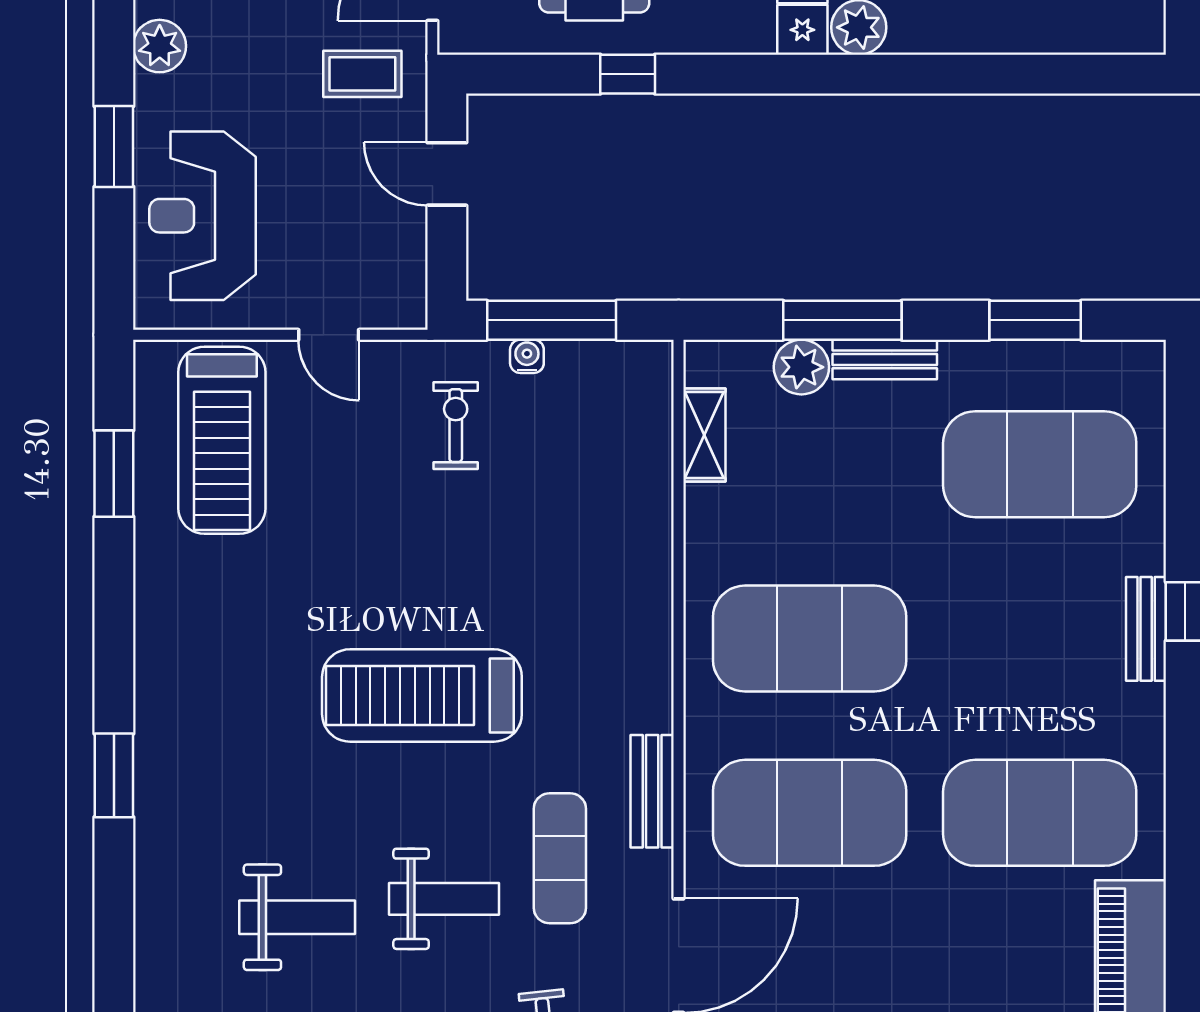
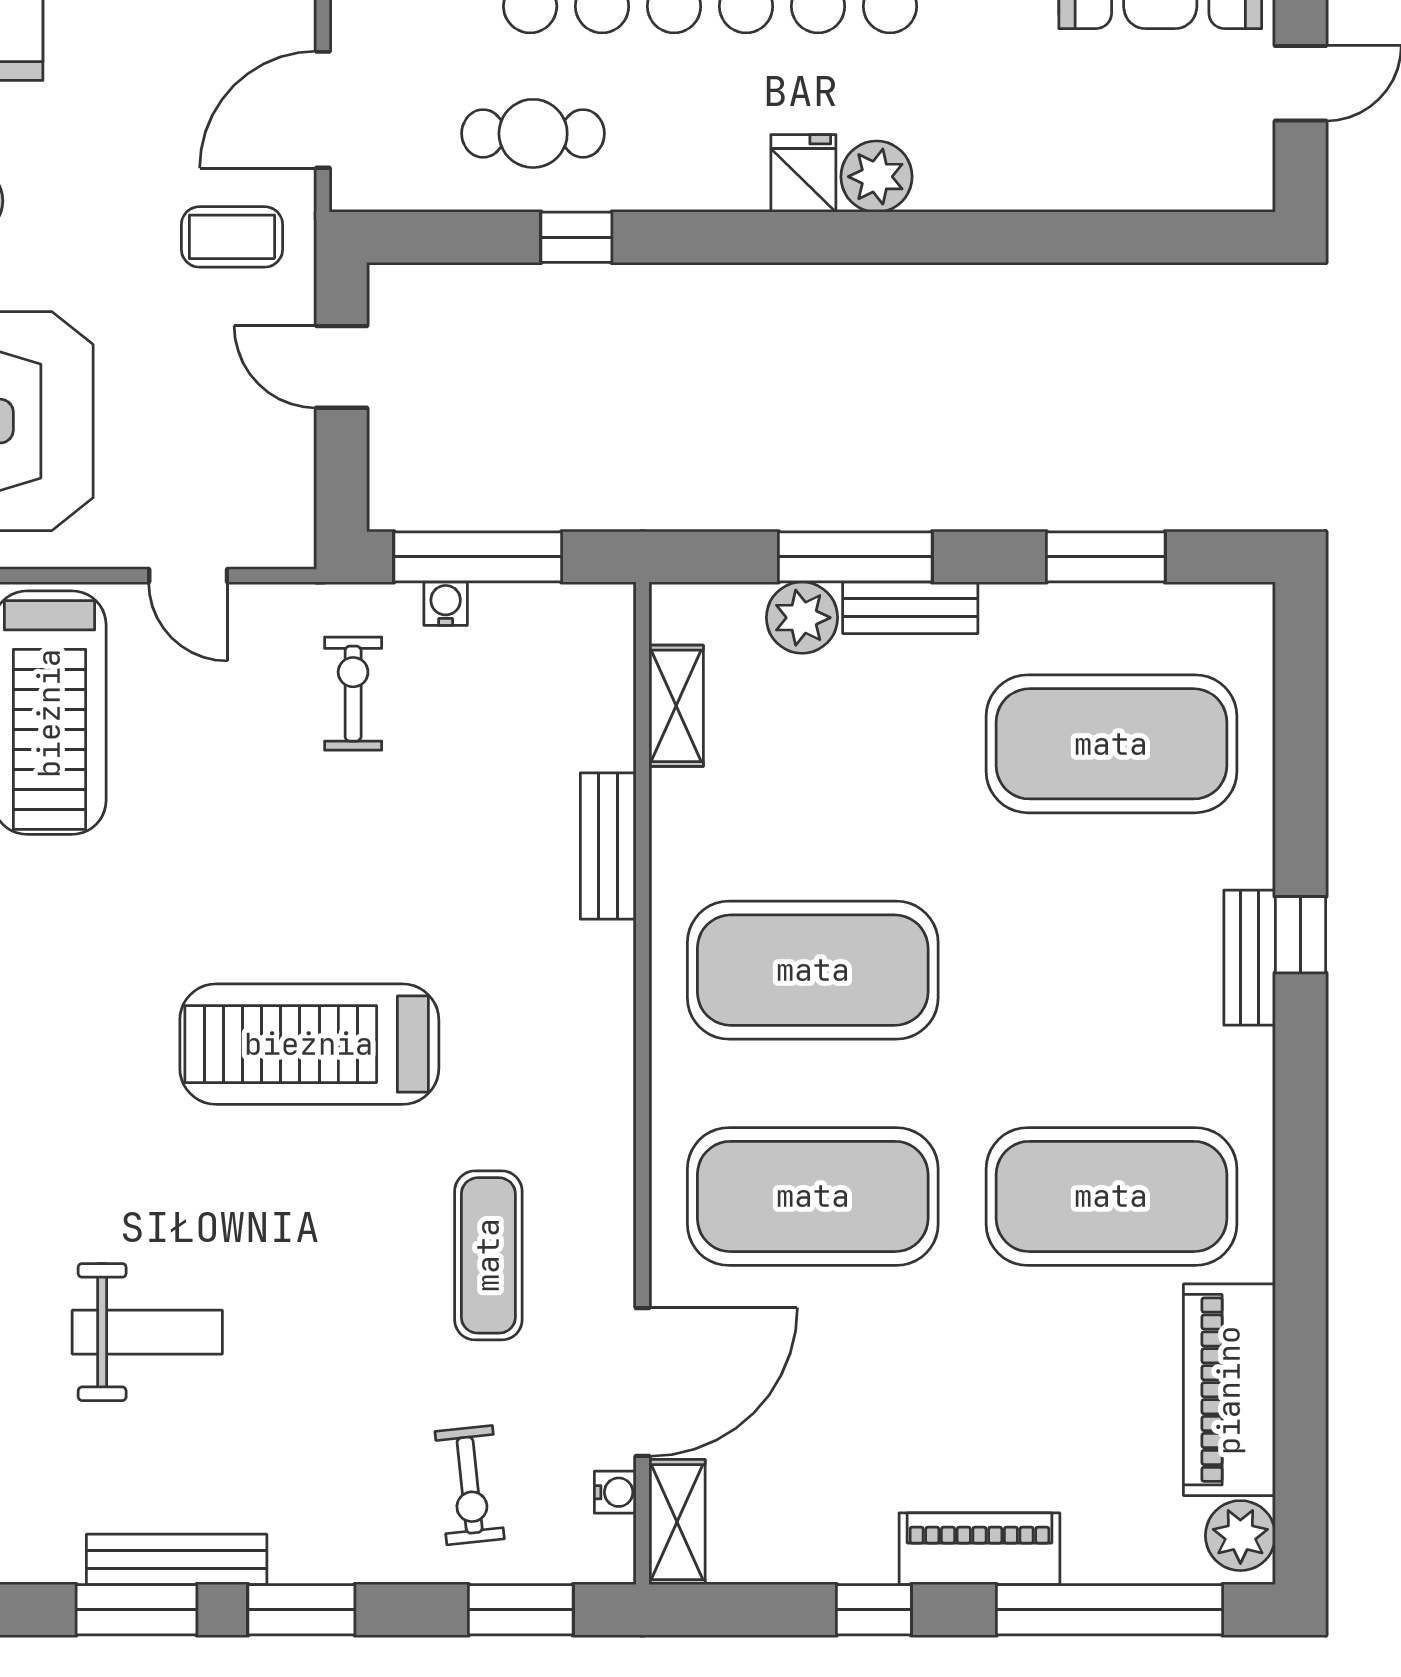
bench: (652, 791) -> (608, 846), moved
weight bench: (444, 899) -> (338, 1308), removed

